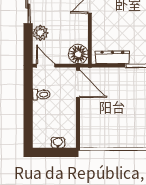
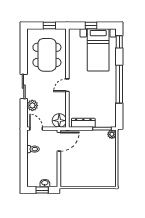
door: (78, 84) -> (59, 142), hinge flipped
window: (54, 152) -> (42, 190), added

